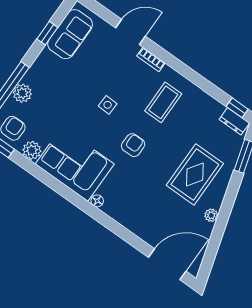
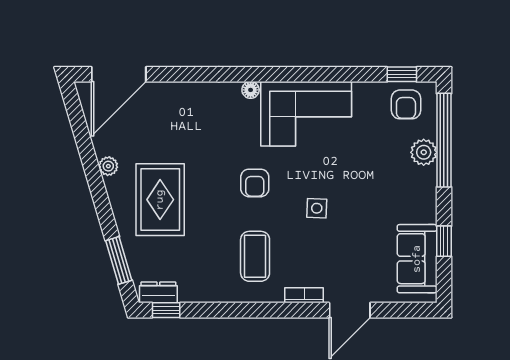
plant: (32, 150) -> (366, 94), removed

